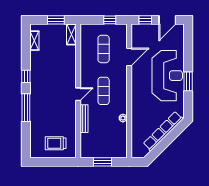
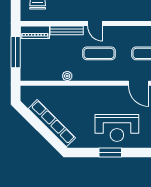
reception desk: (167, 76) -> (117, 128), width x0.74, depth x0.77
piano: (86, 146) -> (35, 32), added
window: (103, 162) -> (16, 52), width x1.44

